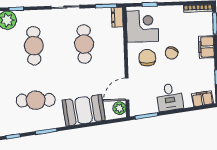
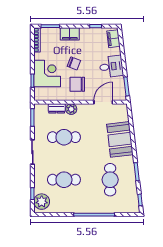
dresser: (117, 17) -> (57, 108), moved
corner desk: (142, 26) -> (47, 74), moved, turned 90
door: (127, 89) -> (103, 102), swing flipped
plant: (119, 108) -> (71, 109), moved

